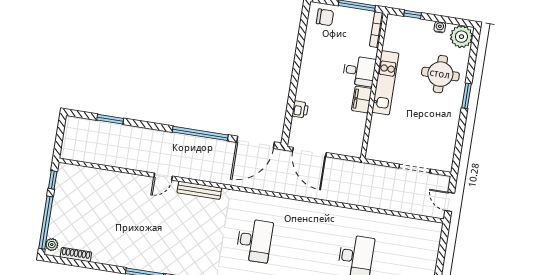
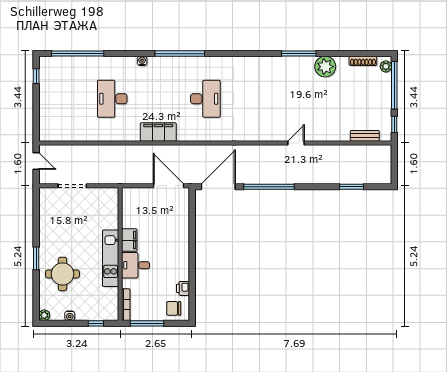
plant: (461, 37) -> (44, 315), width x0.53, depth x0.53
printer: (300, 109) -> (183, 288), moved
bench: (199, 190) -> (365, 136), moved, width x0.73
filing cabinet: (311, 212) -> (158, 132), added
desk: (254, 241) -> (205, 99), turned 180
plant: (118, 255) -> (325, 67), added

